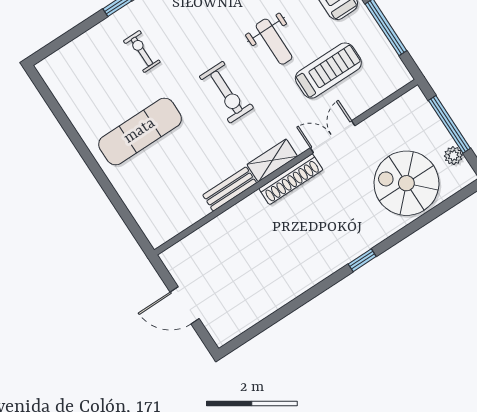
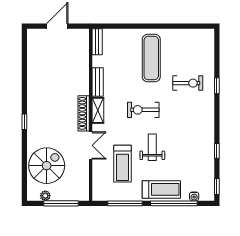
weight bench: (274, 42) -> (152, 147), turned 90
exercise bike: (142, 51) -> (188, 83), width x1.38, depth x1.39
bench: (169, 230) -> (97, 42), added

